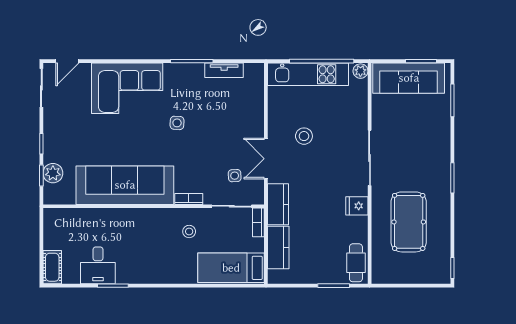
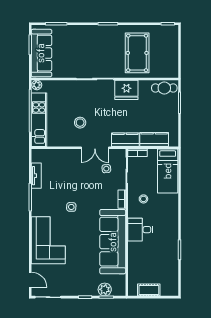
fridge: (357, 206) -> (126, 90), width x1.88, depth x1.34
pool table: (409, 222) -> (137, 53), turned 90
desk: (98, 265) -> (140, 230), moved, turned 180
cot: (52, 267) -> (149, 290), moved

